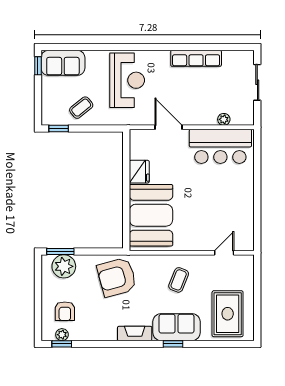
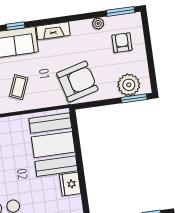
plant: (62, 335) -> (98, 23), moved
window: (62, 344) -> (121, 11), width x1.50

